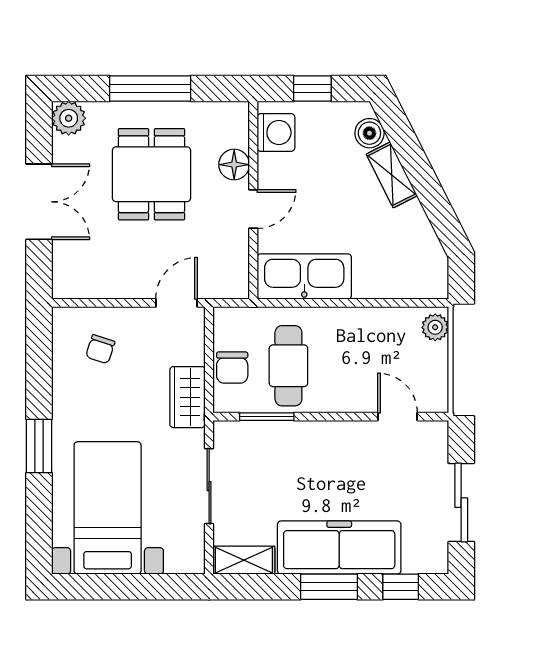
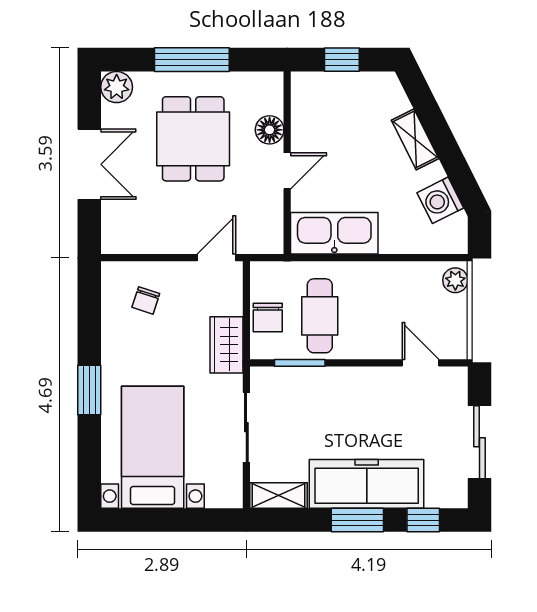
washing machine: (276, 132) -> (440, 200), moved, turned 153
boiler: (369, 133) -> (395, 101), removed

